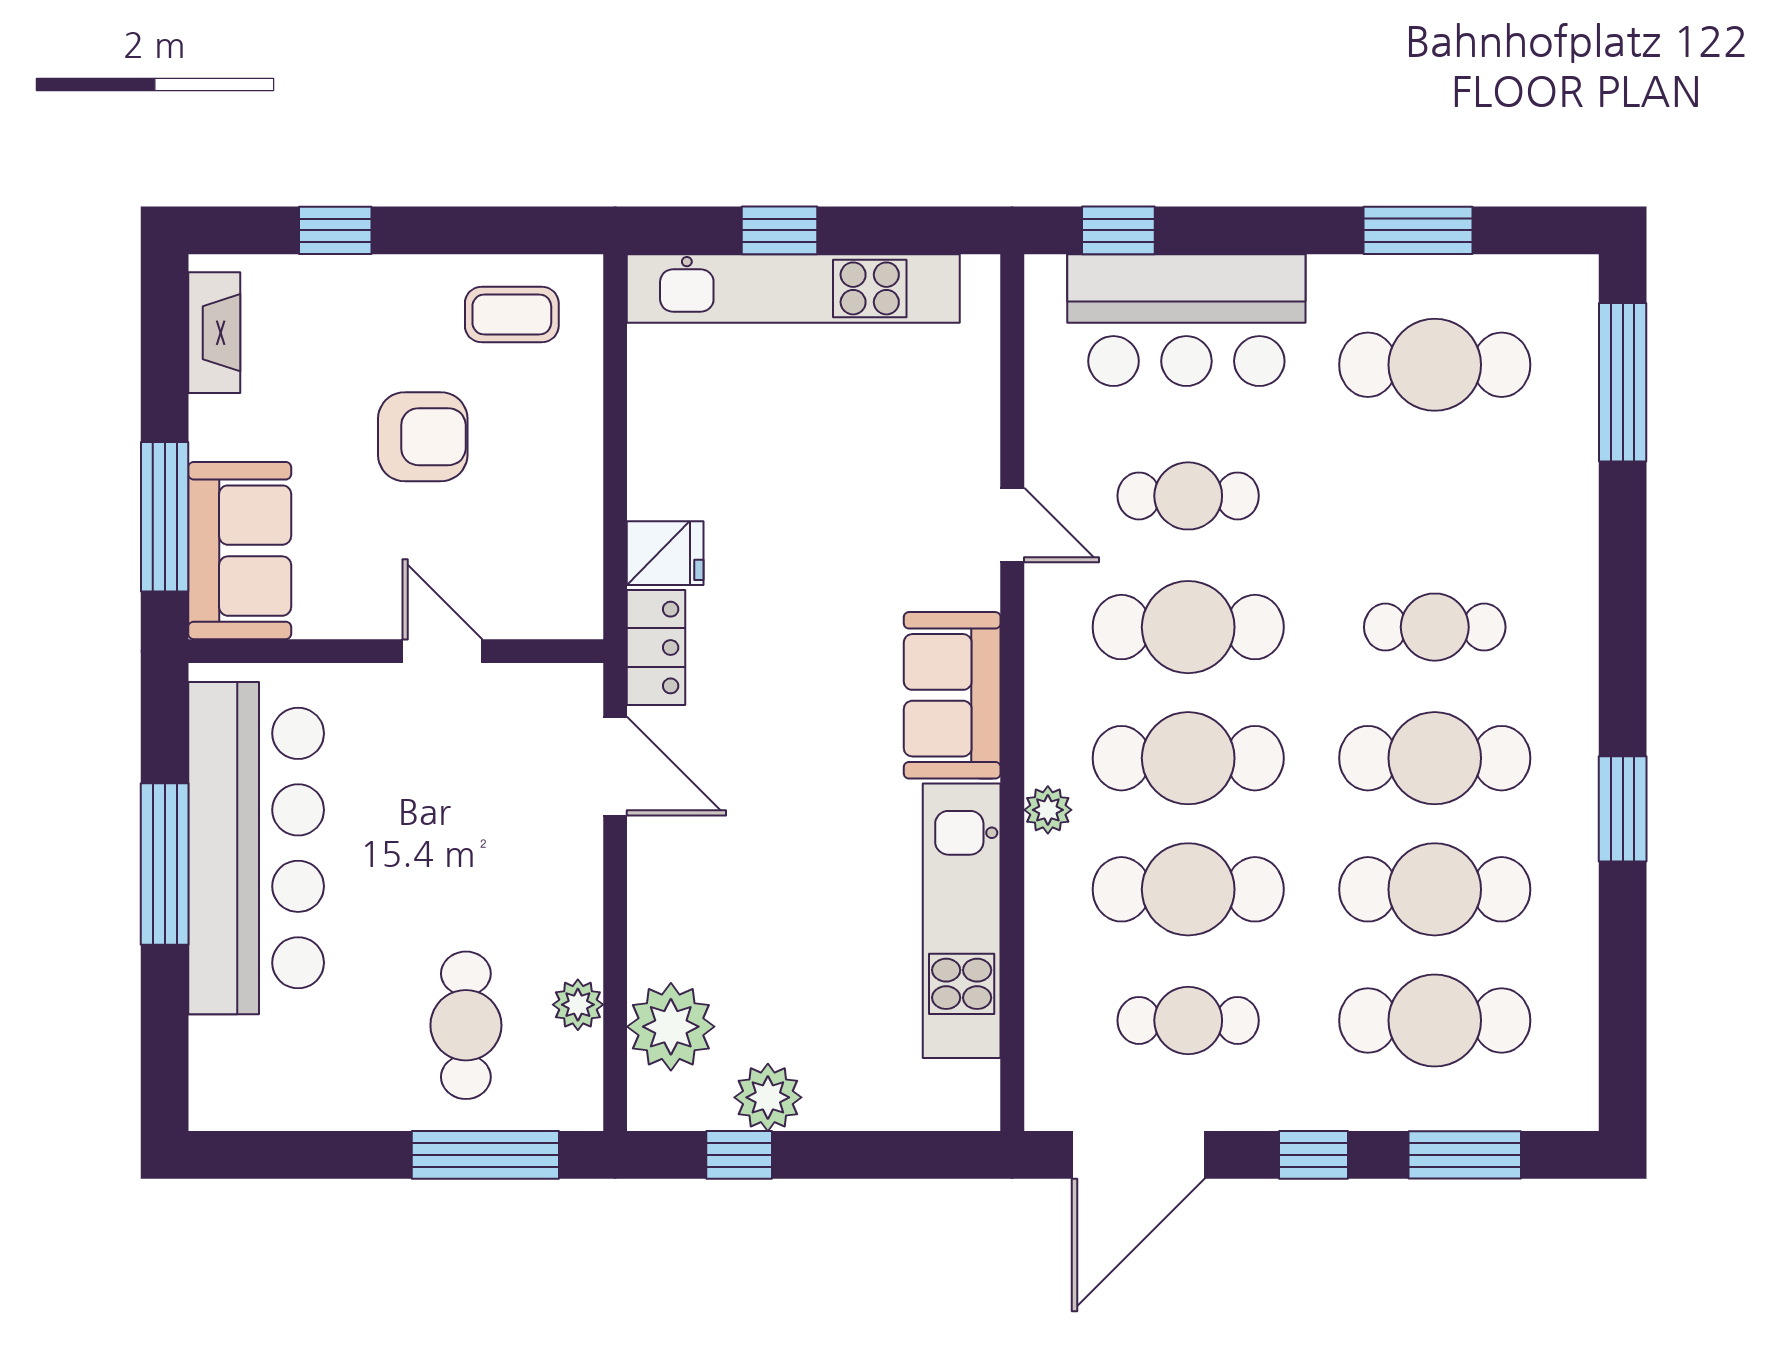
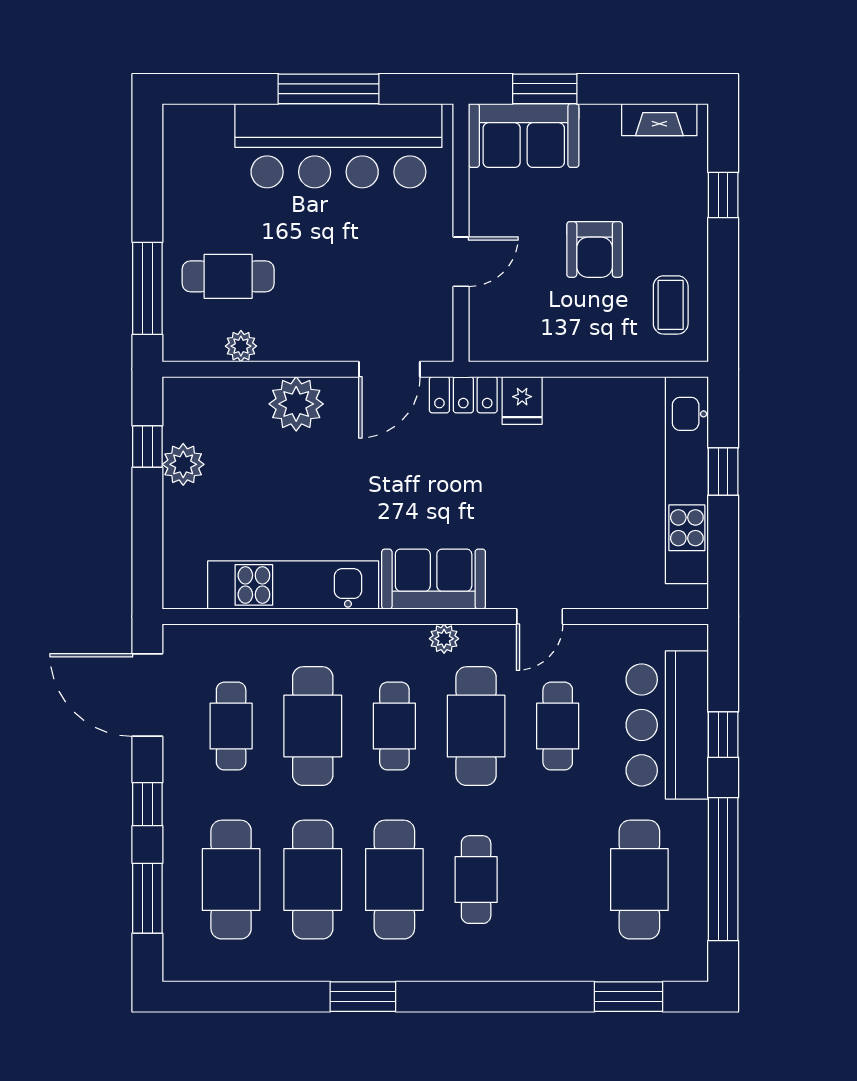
window: (1118, 230) -> (723, 735), moved
window: (1418, 230) -> (723, 869), width x2.11
window: (1623, 382) -> (628, 997), width x0.69
window: (165, 517) -> (545, 89), width x0.69
cafe table: (1188, 758) -> (394, 726), width x0.73, depth x0.74
plant: (1048, 810) -> (444, 639), moved
plant: (671, 1027) -> (296, 404), moved

